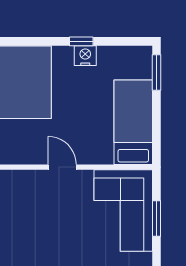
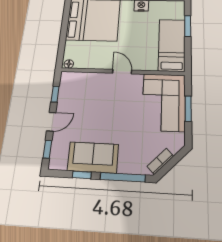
window: (157, 72) -> (188, 26), moved

